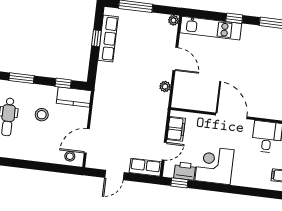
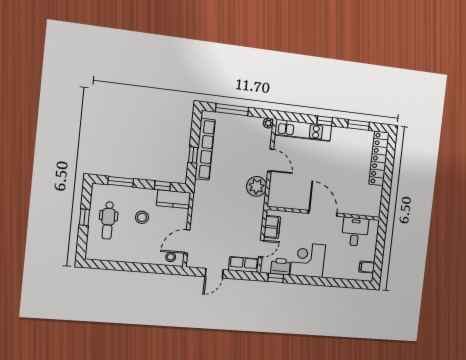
window: (96, 38) -> (193, 155), moved
row of seats: (108, 38) -> (205, 149), width x1.36
plant: (165, 87) -> (257, 186), width x1.88, depth x1.88

